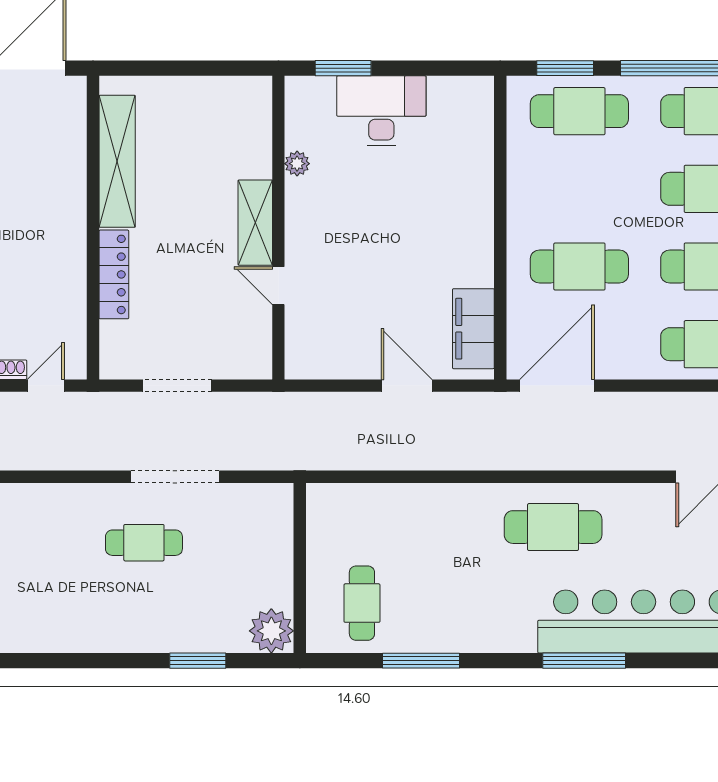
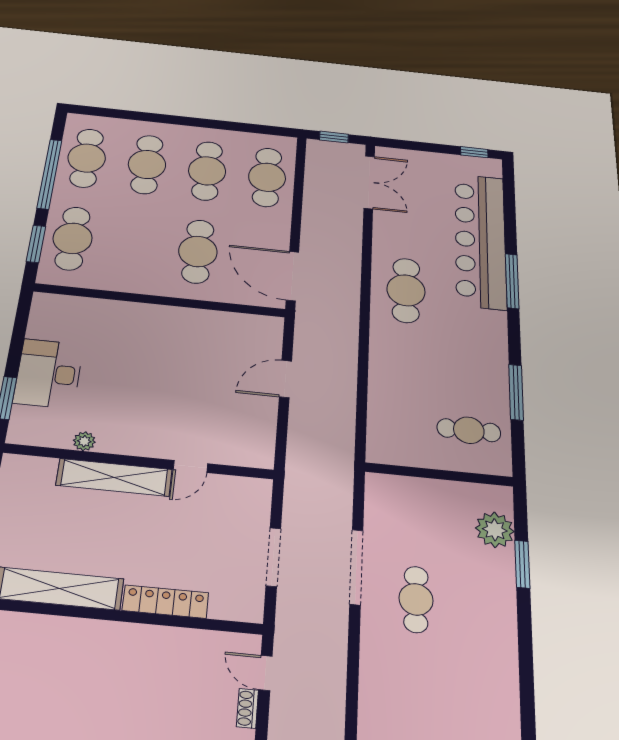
shelving: (255, 223) -> (114, 477), width x1.47
filing cabinet: (473, 329) -> (241, 327), removed
plant: (271, 631) -> (495, 530), moved

